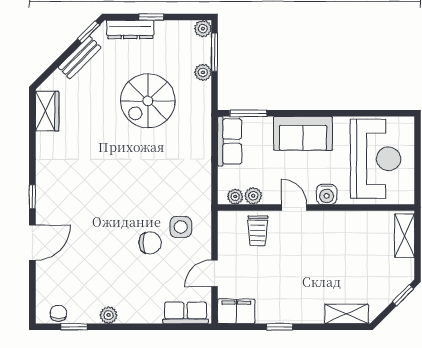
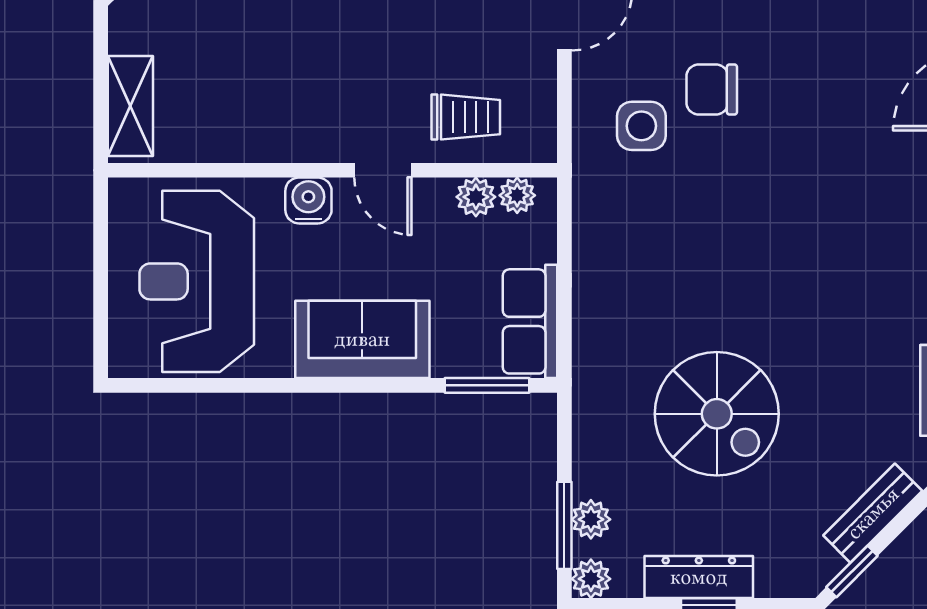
dresser: (130, 29) -> (699, 577), moved
plant: (203, 72) -> (591, 519), moved
spiral stairs: (148, 101) -> (717, 414), turned 90
trolley: (258, 231) -> (466, 117), turned 89

